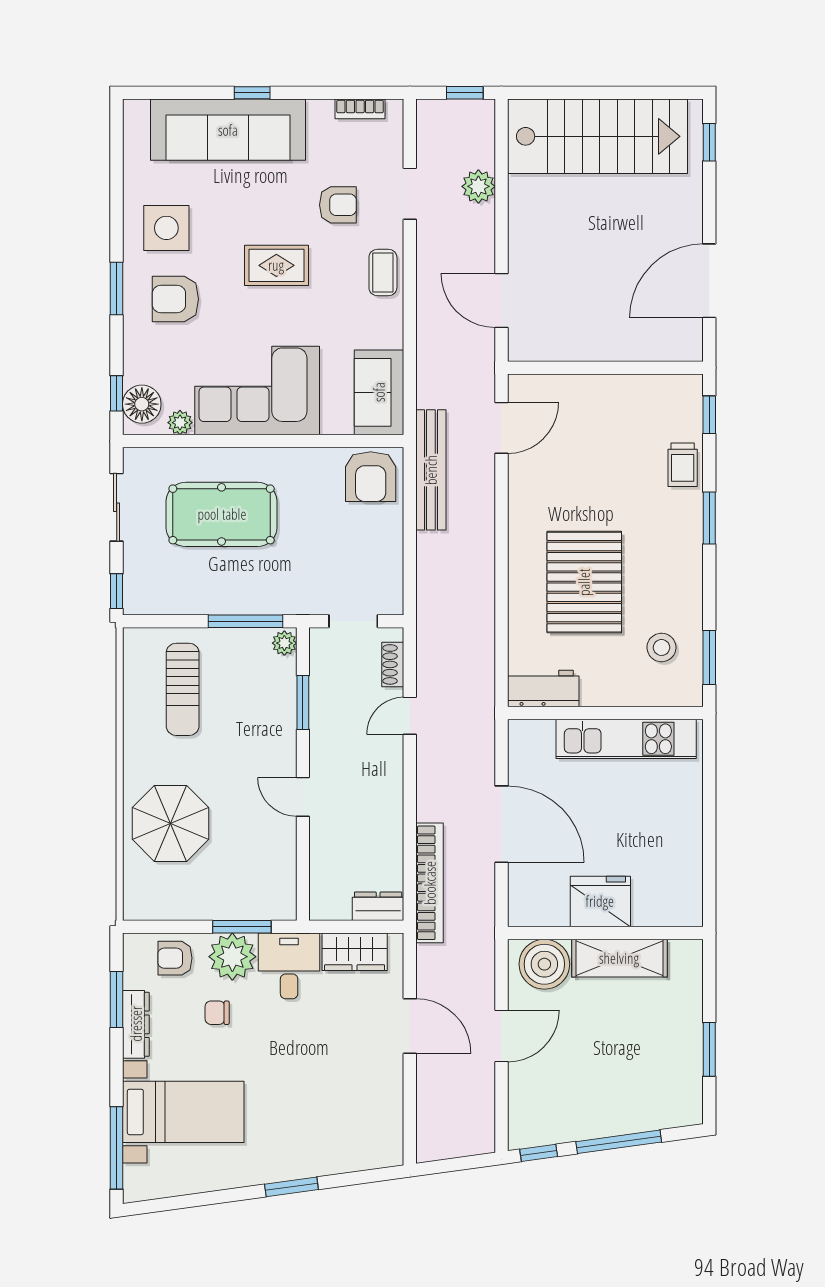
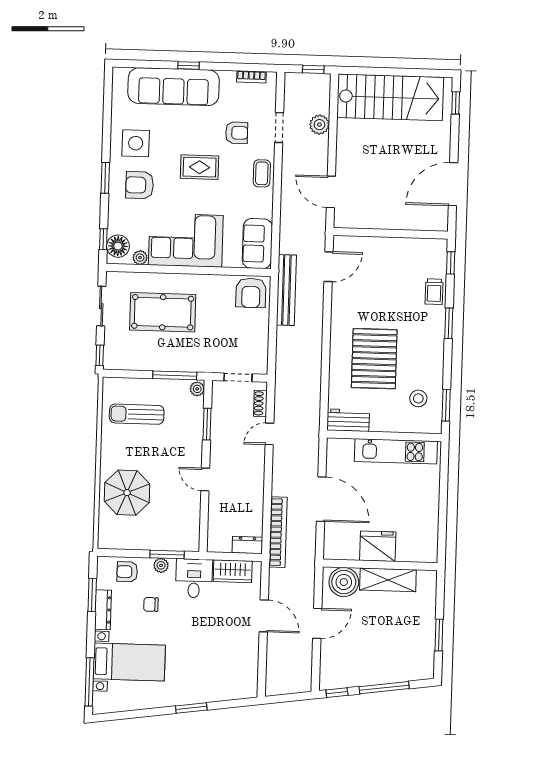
sun lounger: (183, 689) -> (137, 414), turned 90
plant: (232, 957) -> (161, 565), width x0.53, depth x0.53

